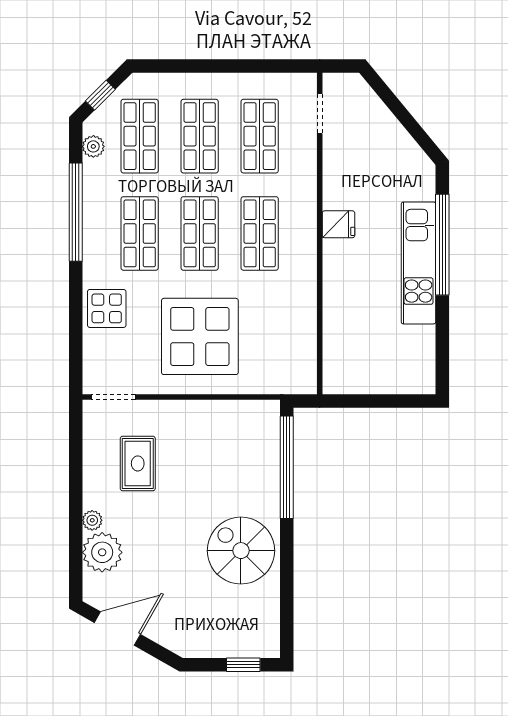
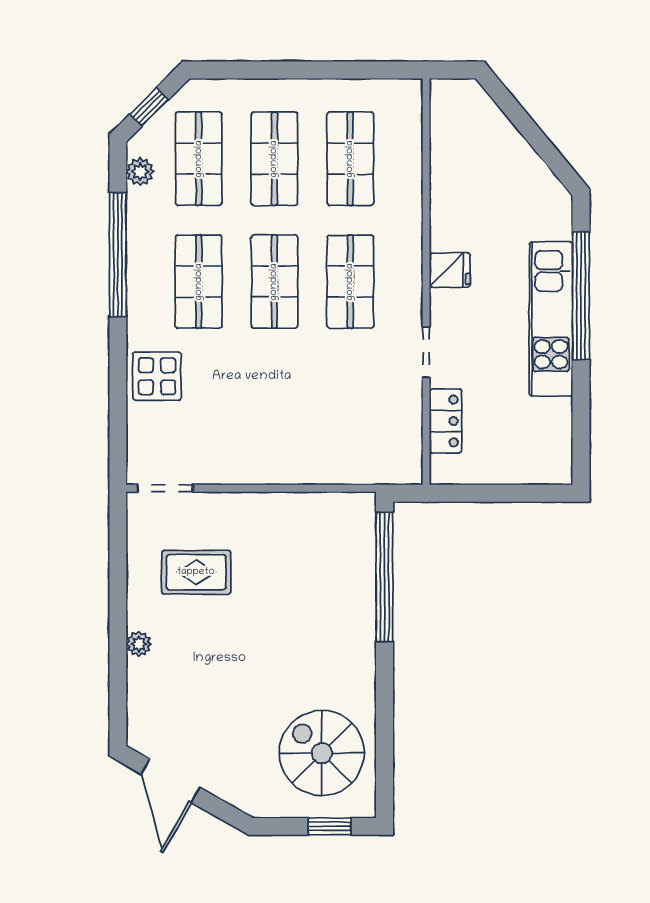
doorway: (320, 114) -> (426, 352), moved
display table: (200, 336) -> (275, 412), removed
locker: (335, 344) -> (446, 421), added
rug: (138, 463) -> (196, 572), turned 90
spiral stairs: (241, 551) -> (322, 753), moved
plant: (102, 552) -> (151, 684), removed
door: (117, 629) -> (171, 781), swing flipped

